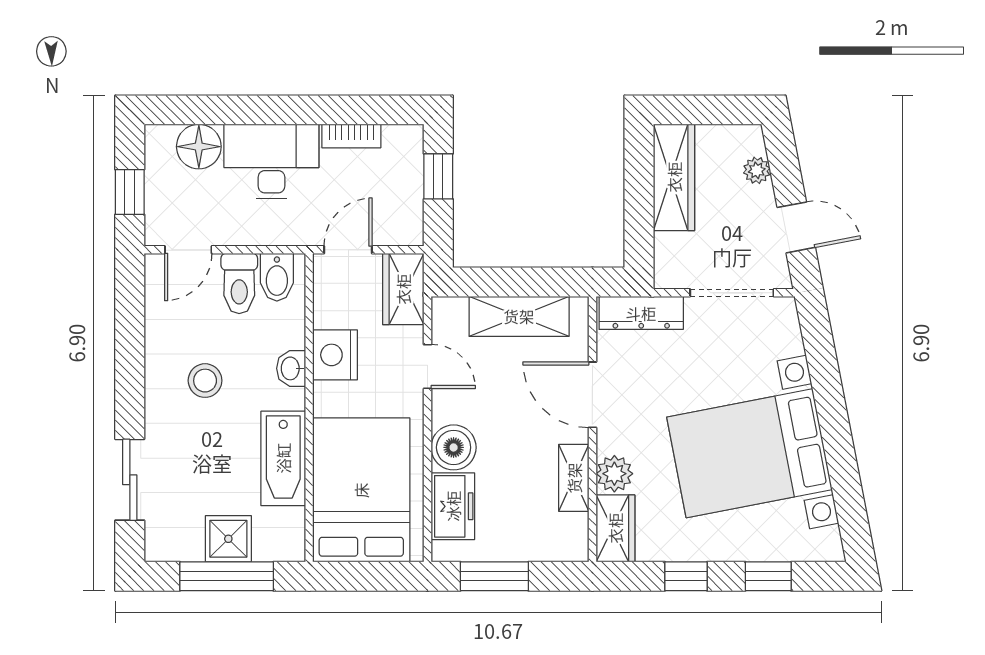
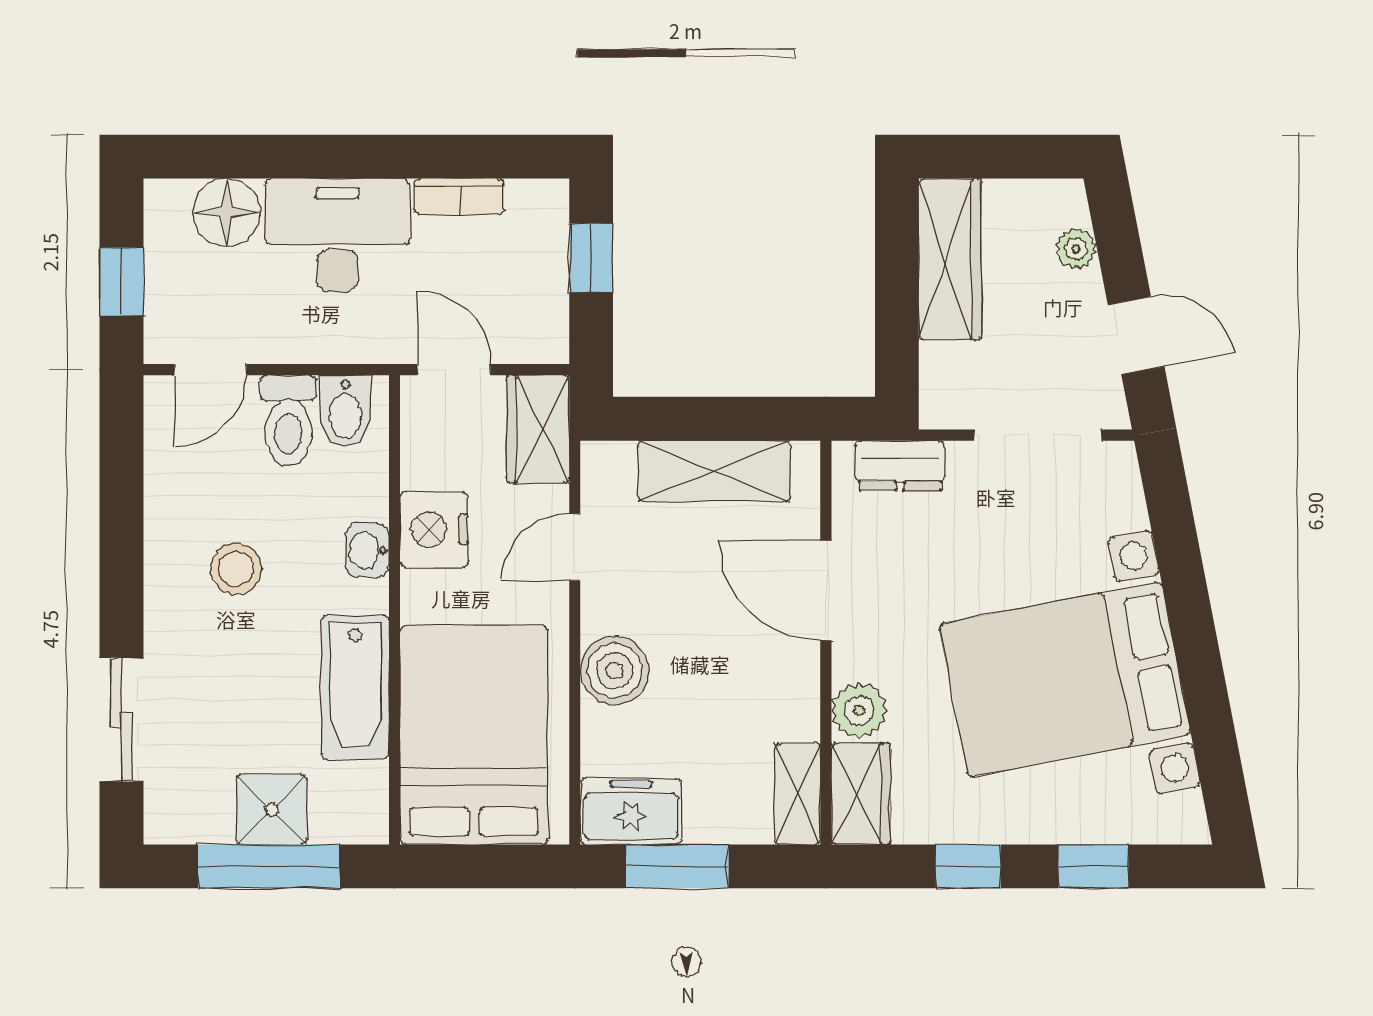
door: (348, 250) -> (454, 370), hinge flipped
dresser: (641, 313) -> (900, 466), width x0.70
door: (427, 366) -> (575, 547), swing flipped
shelving: (574, 478) -> (797, 794), moved
freezer: (453, 506) -> (631, 811), moved, turned -90

